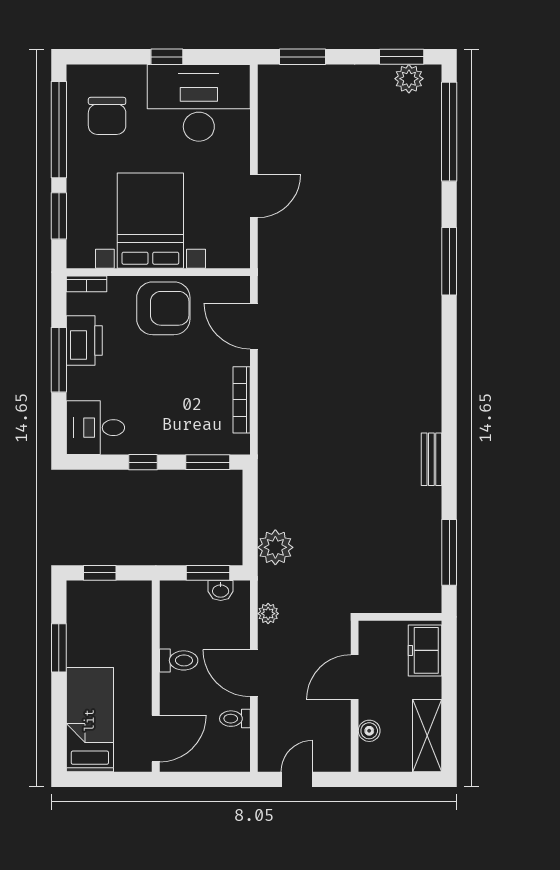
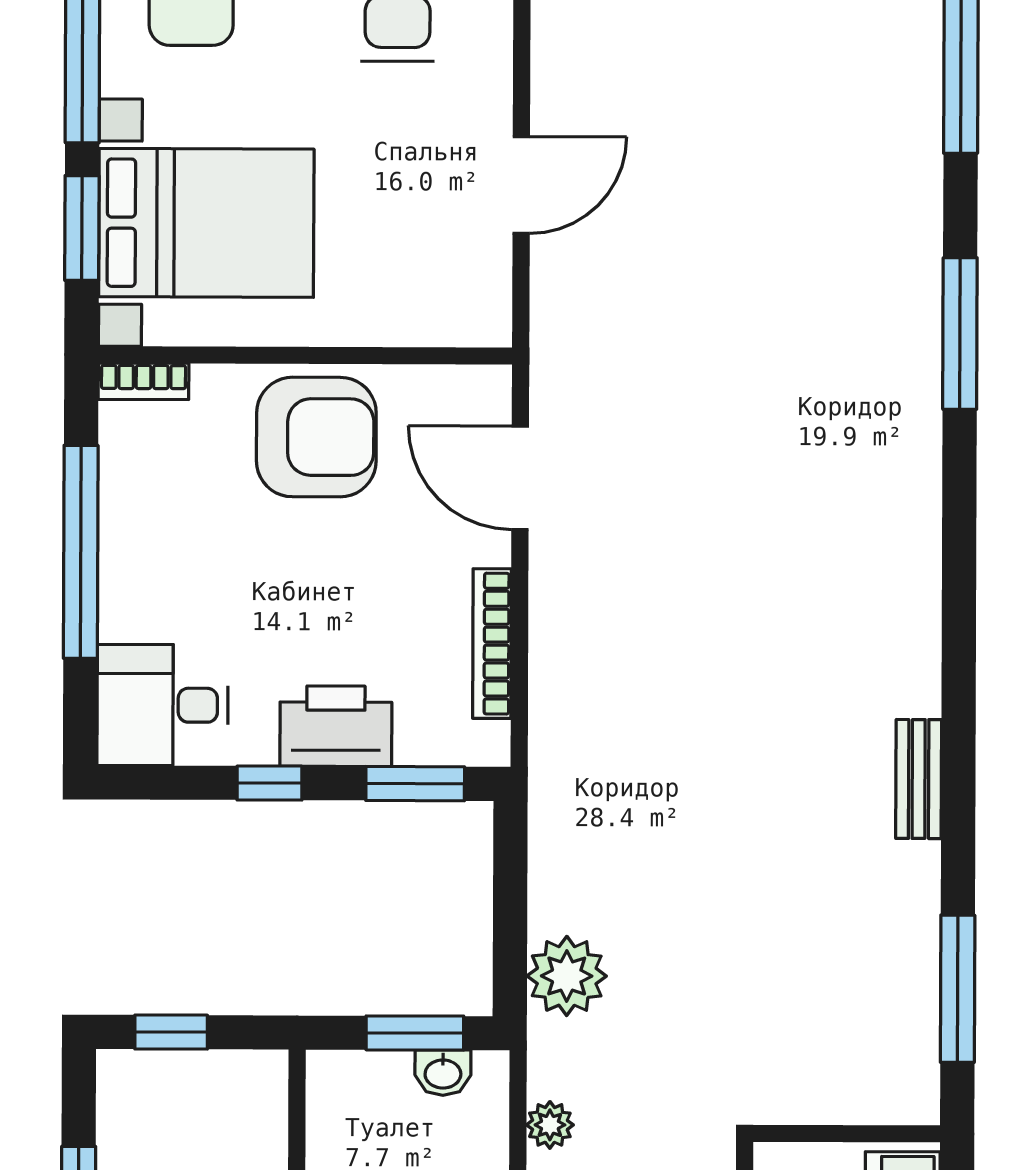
bed with nightstands: (150, 221) -> (206, 223), moved, turned 90
printer: (84, 341) -> (336, 726), moved, turned -90
window: (59, 360) -> (81, 552), width x1.46

